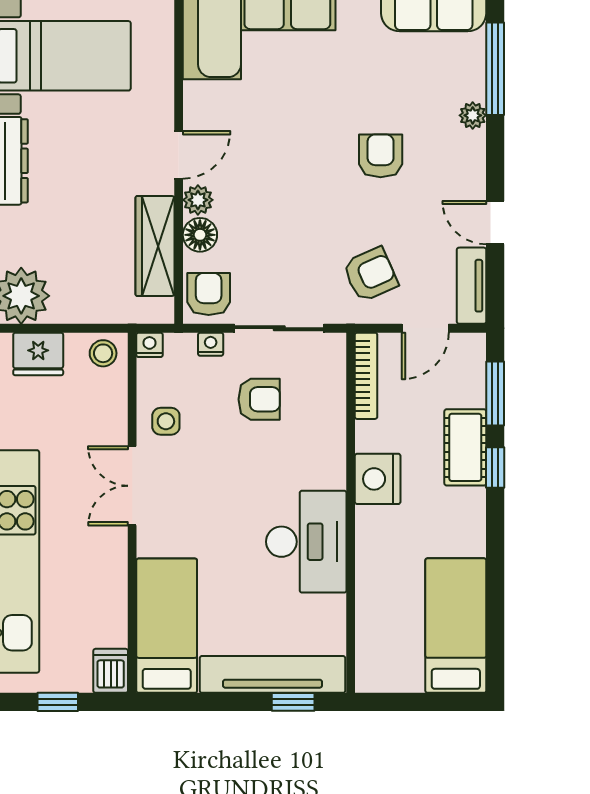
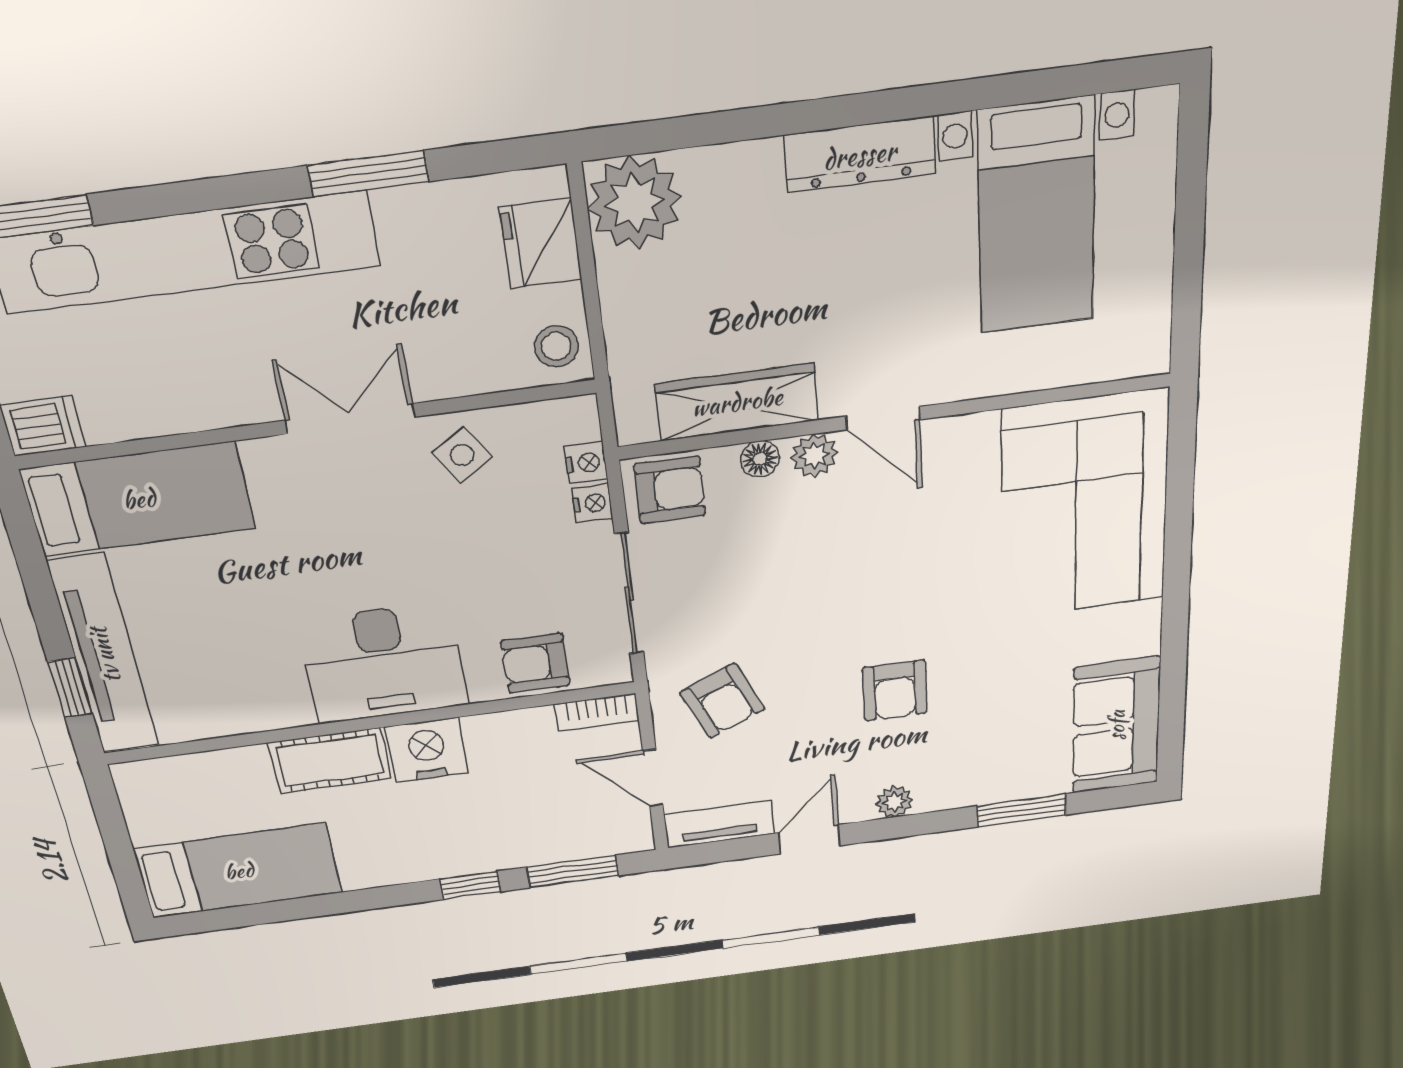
window: (495, 69) -> (1021, 810), width x0.69
plant: (473, 115) -> (894, 802), moved
armchair: (381, 156) -> (895, 690), turned 90
floor lamp: (200, 235) -> (760, 459), width x0.73, depth x0.73
nightstand: (149, 345) -> (586, 463), moved
bookcase: (366, 376) -> (597, 712), width x0.64
armchair: (259, 399) -> (535, 663), moved, turned 90
side table: (166, 421) -> (462, 455), turned -33
cot: (465, 447) -> (330, 761), moved
desk: (306, 542) -> (384, 663), moved

